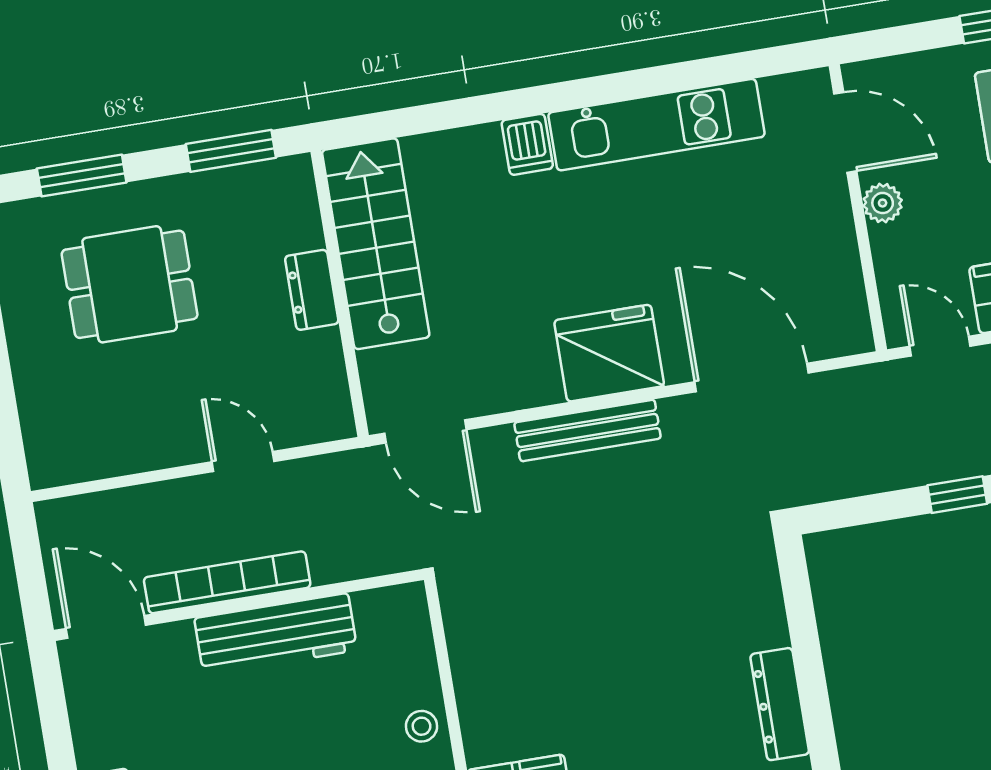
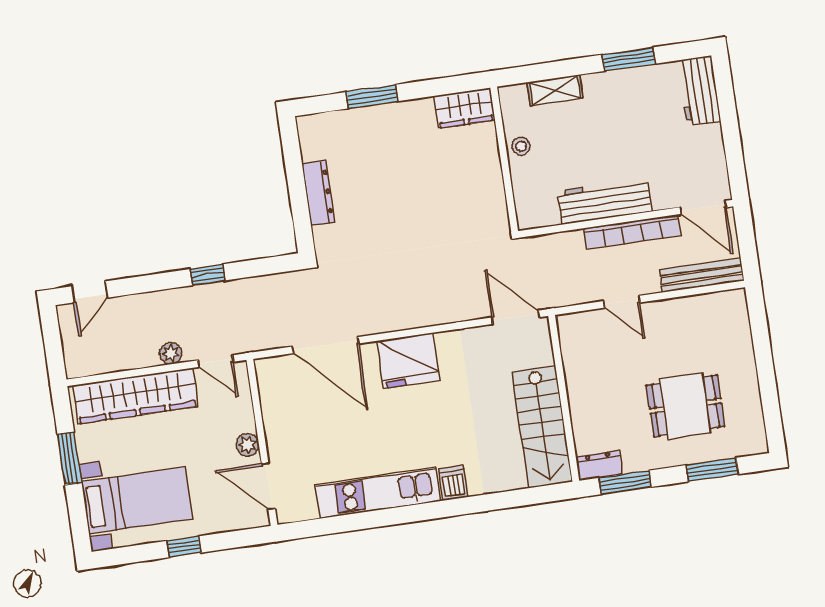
dresser: (312, 290) -> (599, 465), moved, turned -90
bench: (587, 430) -> (702, 275), moved
dresser: (780, 704) -> (318, 193), moved

